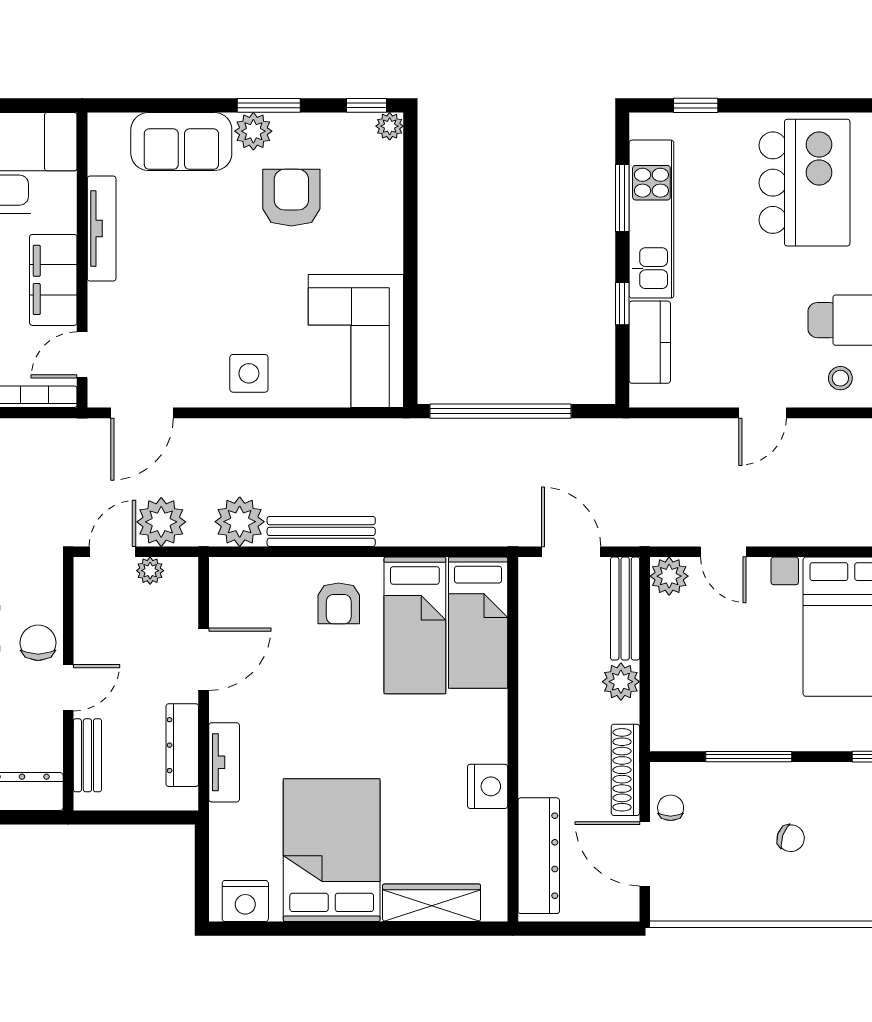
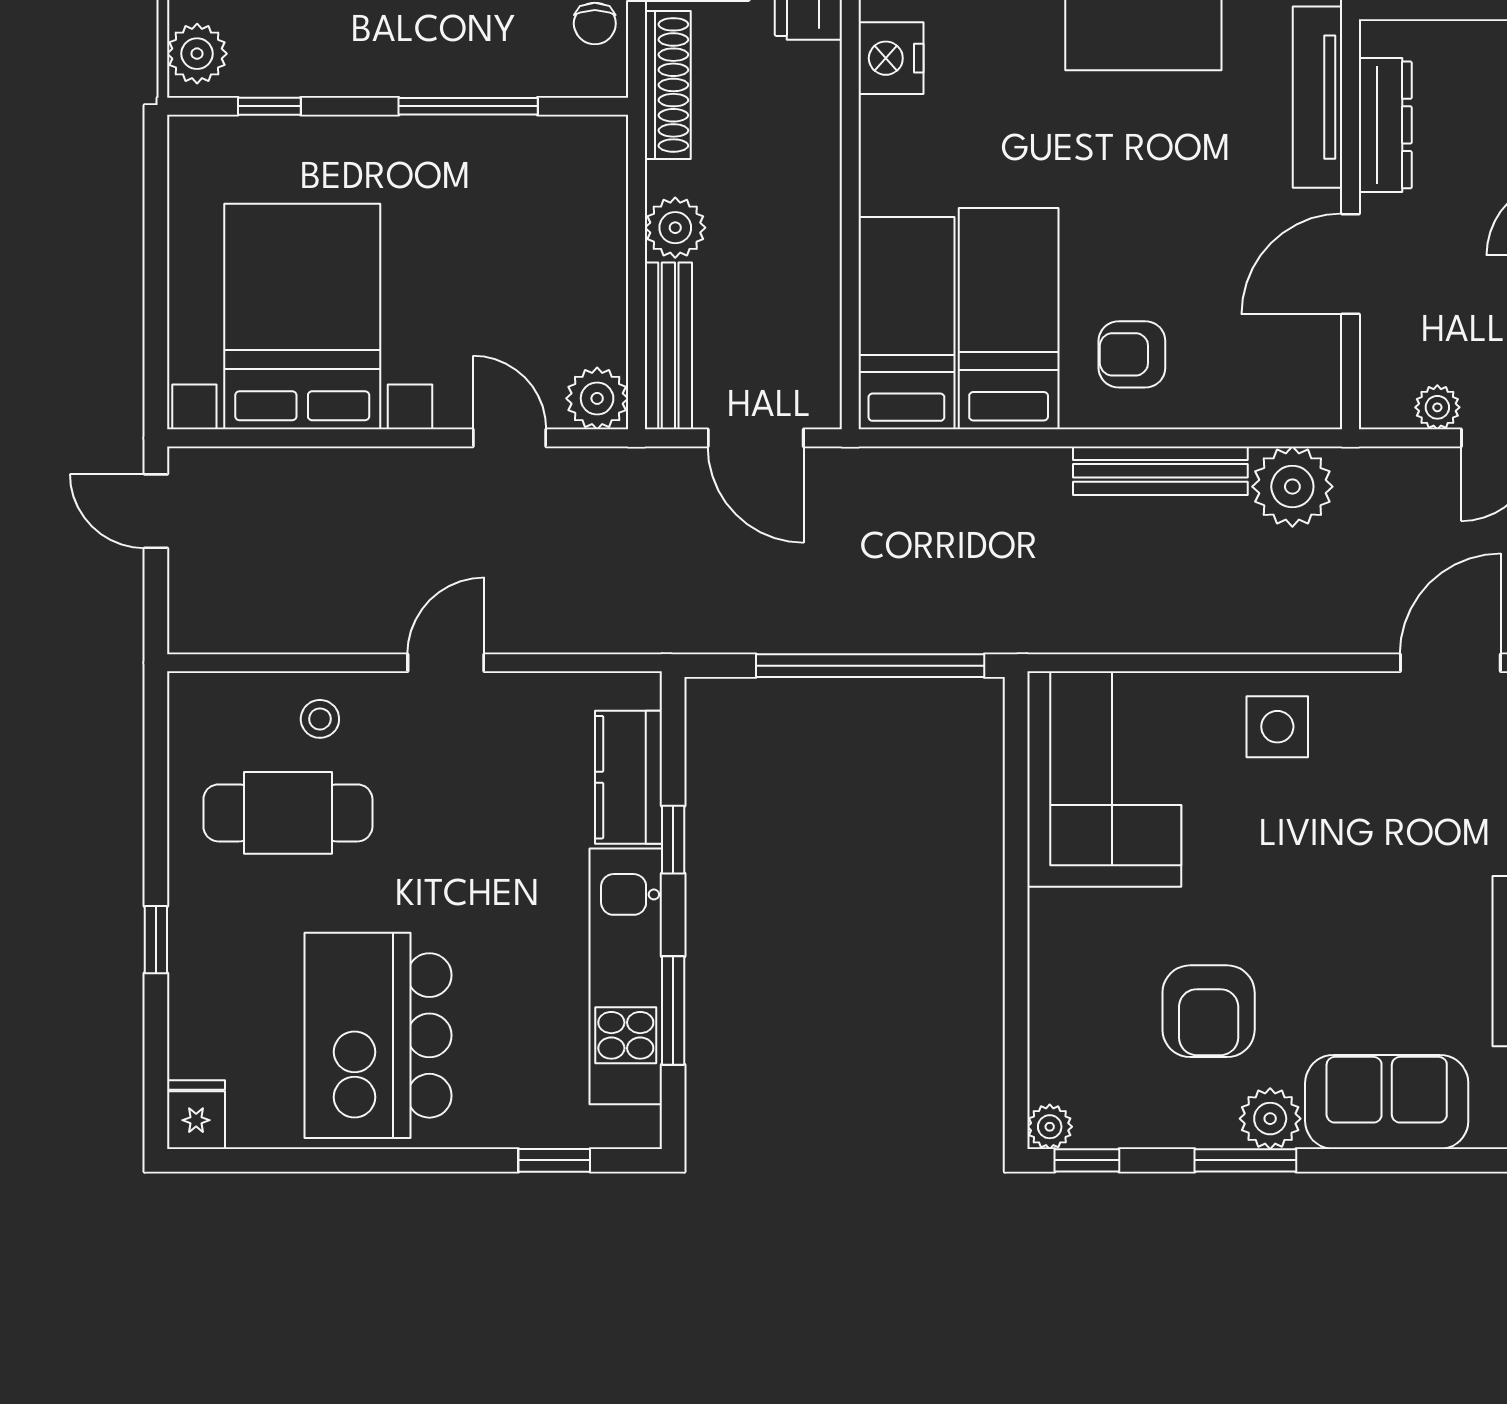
plant: (161, 522) -> (1419, 486), removed
armchair: (339, 603) -> (1132, 354), turned -90
tv unit: (224, 762) -> (1318, 97), width x1.41

